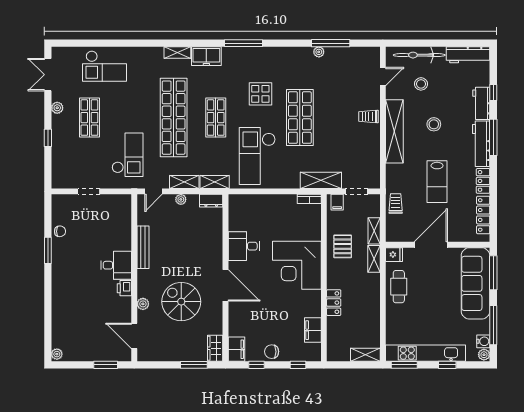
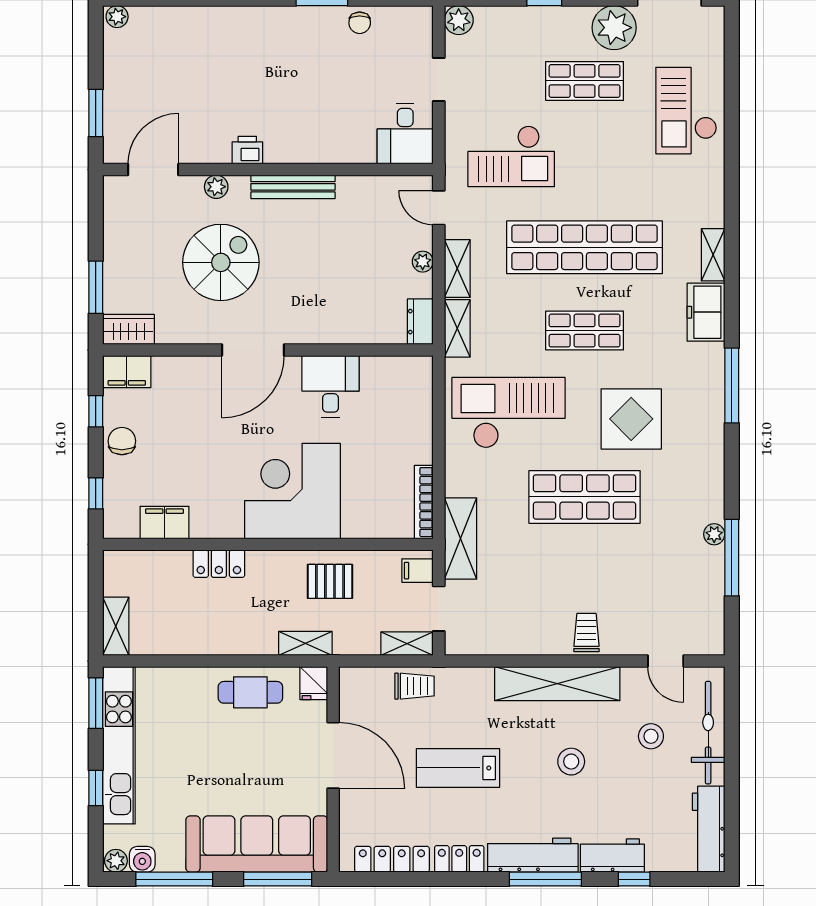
display table: (260, 94) -> (631, 419), width x1.36, depth x1.36
plant: (57, 108) -> (614, 28), width x1.88, depth x1.88
plant: (59, 181) -> (459, 20), added
bookcase: (309, 199) -> (424, 502), width x1.56
shelving: (374, 231) -> (407, 644), moved
bench: (143, 247) -> (293, 187), moved
desk: (116, 265) -> (405, 134), moved

